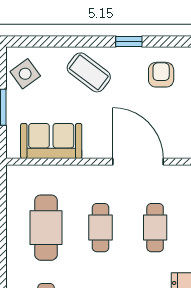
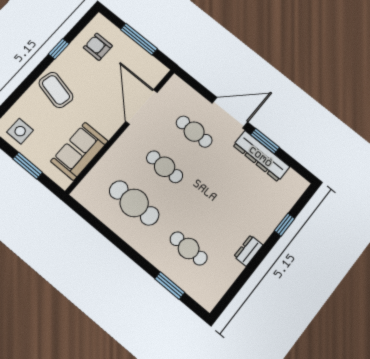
coffee table: (89, 72) -> (56, 90), turned 66
side table: (25, 74) -> (20, 131), turned 36
door: (138, 162) -> (142, 107), hinge flipped

